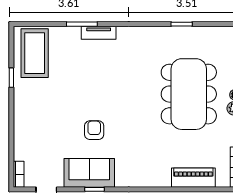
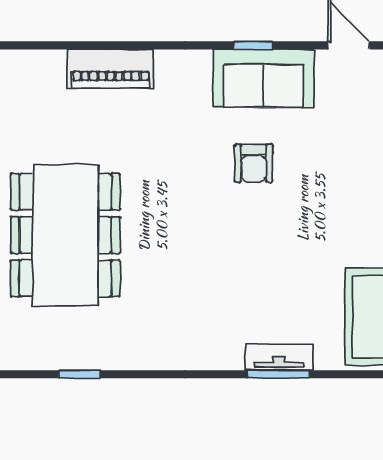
tv unit: (99, 33) -> (279, 357), moved
piano: (193, 178) -> (111, 69), moved

